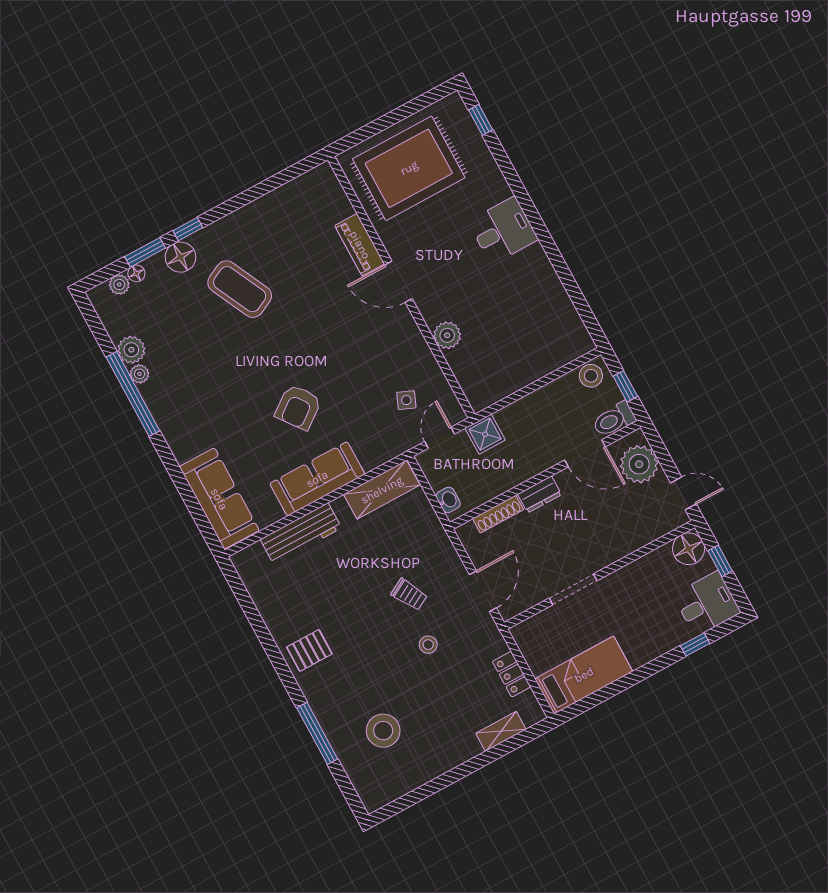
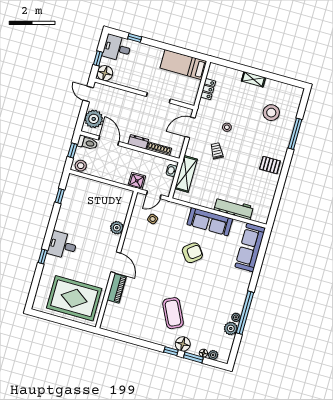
window: (481, 120) -> (43, 256), moved
window: (578, 300) -> (60, 196), added
shelving: (382, 490) -> (186, 174), moved, turned 90
shelving: (501, 731) -> (253, 79), moved

